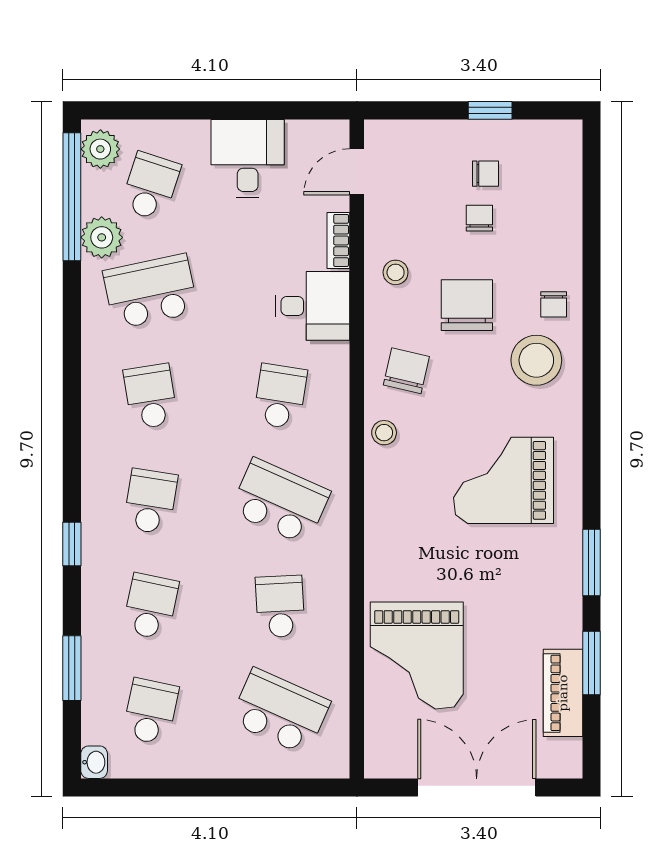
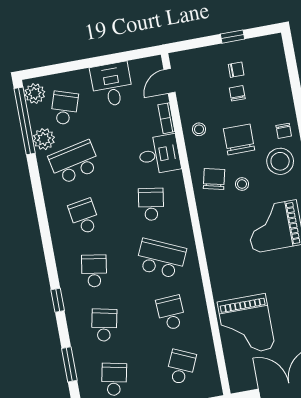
stool: (384, 433) -> (242, 184), moved
school desk: (280, 711) -> (181, 367), width x0.54

